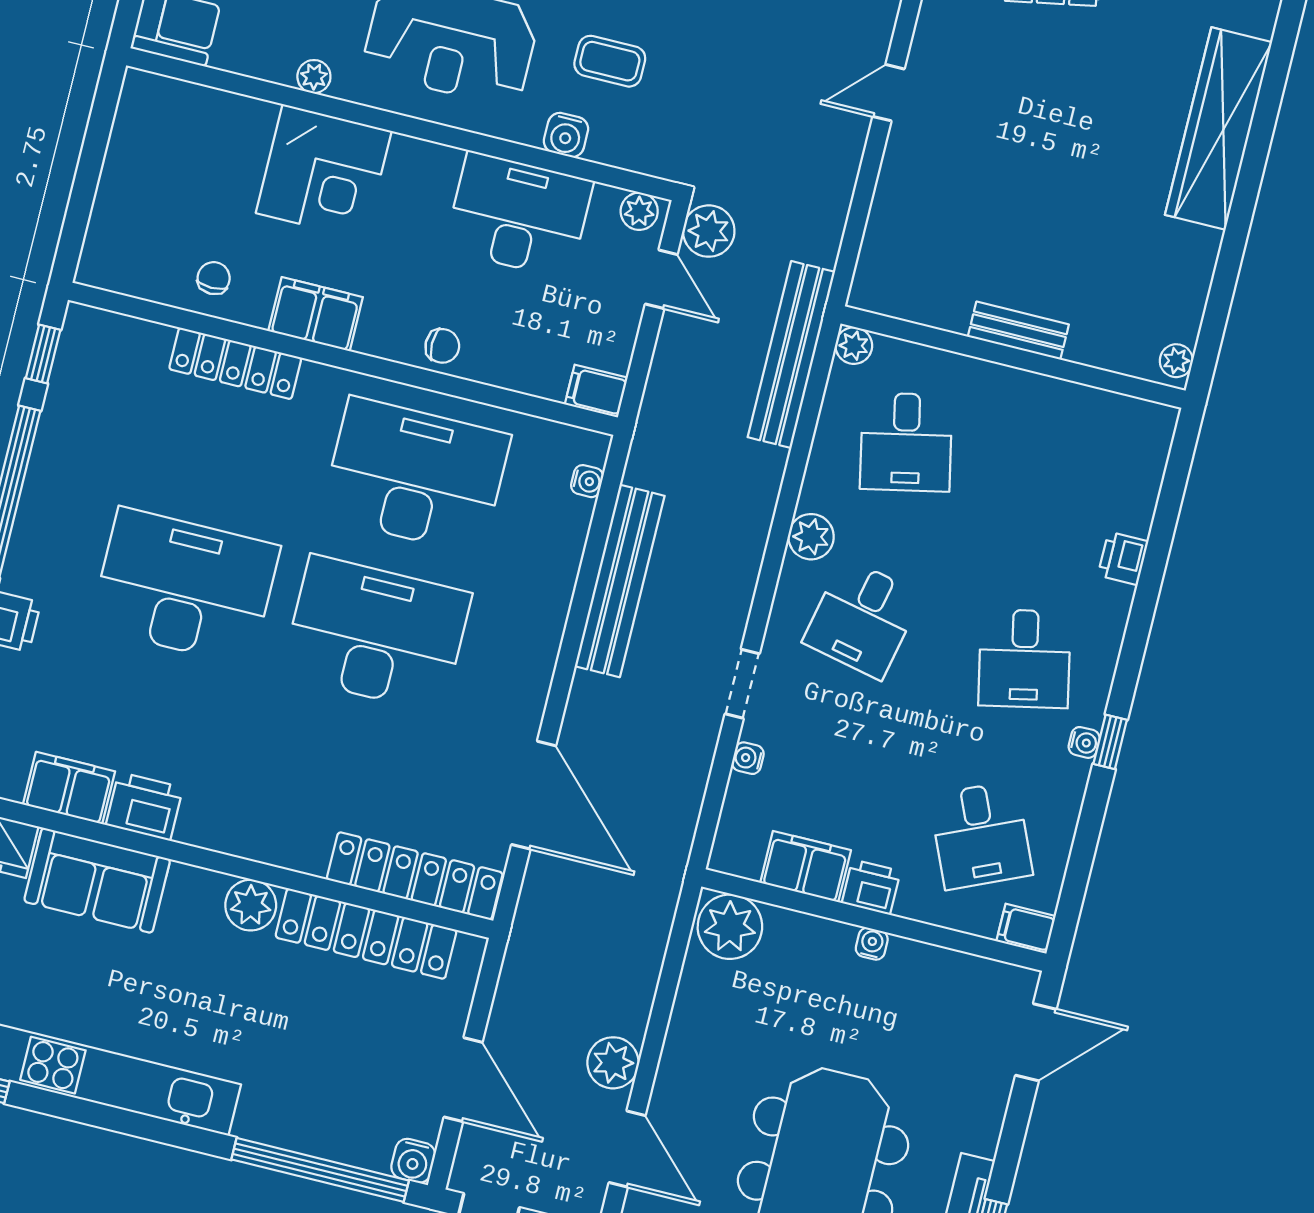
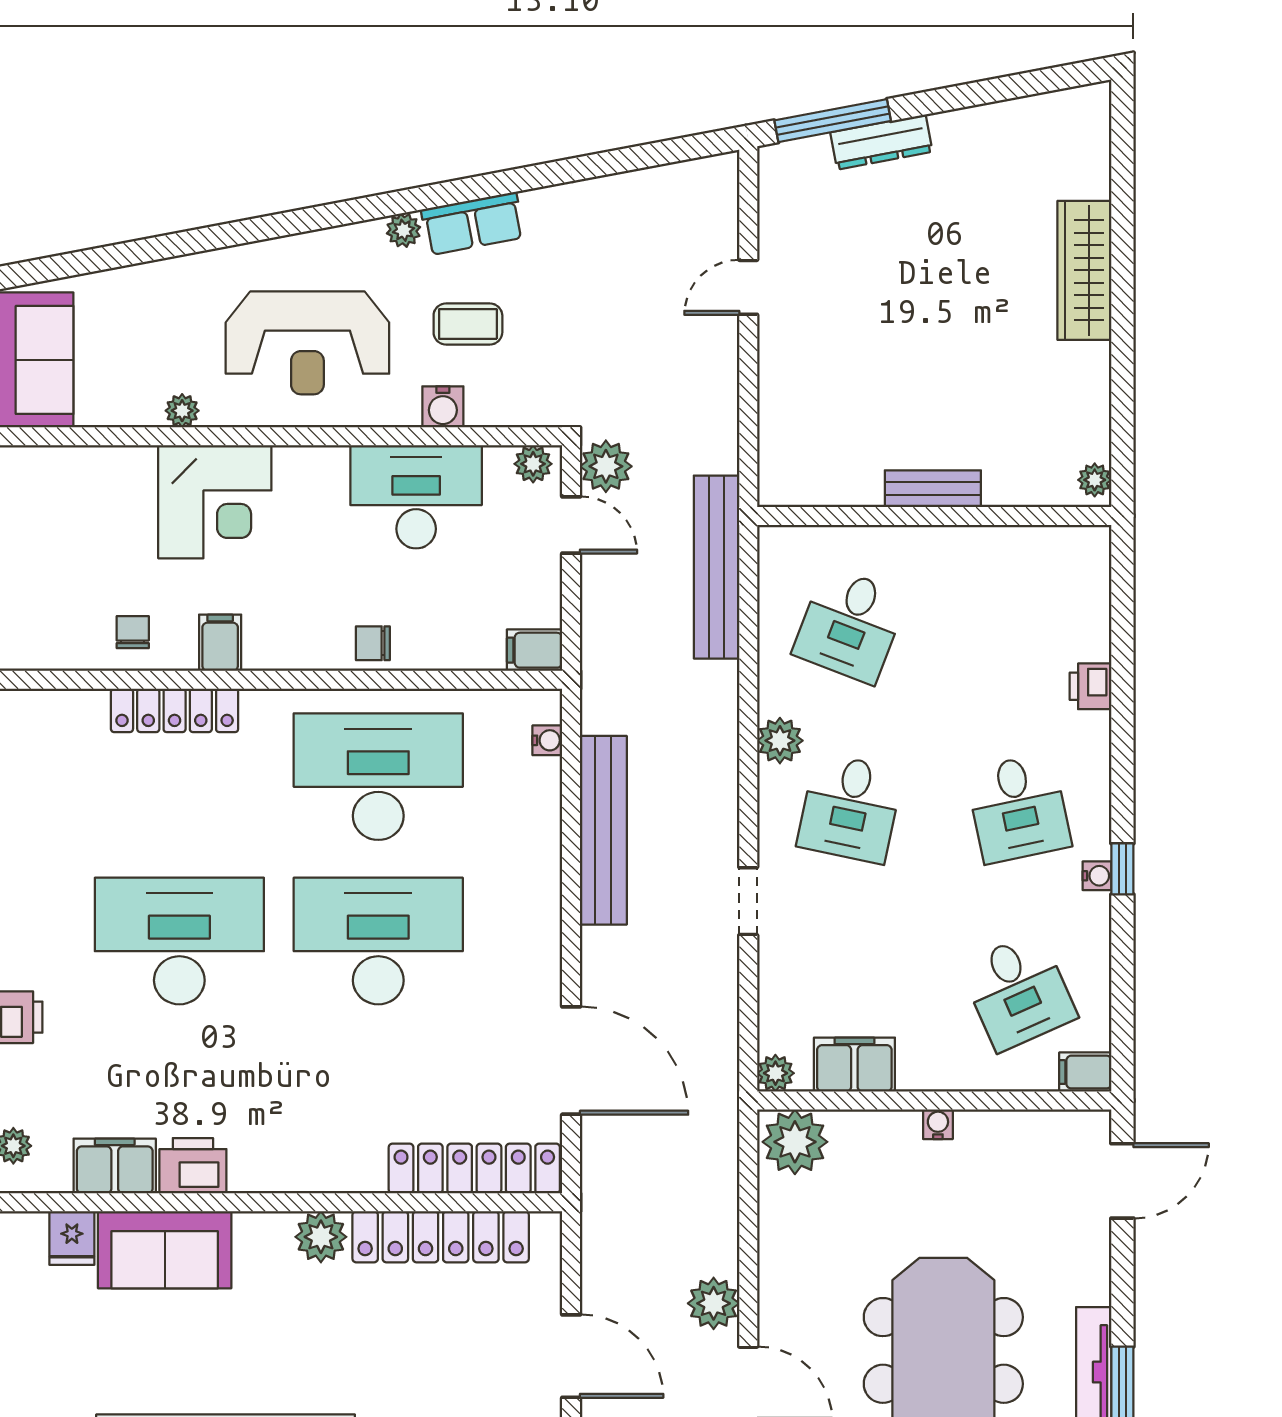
wardrobe: (1218, 129) -> (1084, 270), width x0.71, depth x0.85
filing cabinet: (316, 314) -> (220, 643), width x0.50
chair: (442, 346) -> (373, 643), turned 180
plant: (854, 346) -> (775, 1073), moved
desk: (906, 442) -> (850, 625), turned 33
water cooler: (748, 758) -> (772, 973), removed
printer: (871, 887) -> (924, 1069), removed

